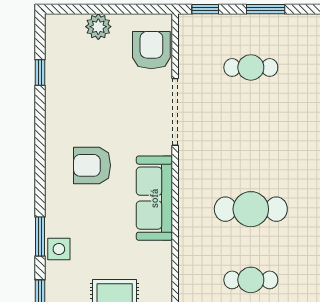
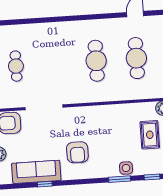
window: (40, 73) -> (45, 184), moved
sofa: (154, 198) -> (36, 172), moved, turned 180
cafe table: (251, 280) -> (136, 58), width x1.37, depth x1.35

